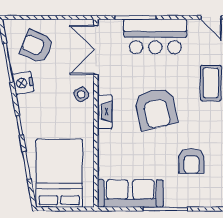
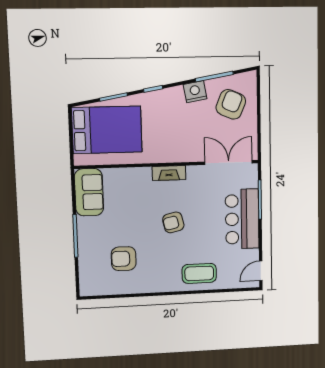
side table: (81, 94) -> (185, 150), removed
armchair: (156, 109) -> (173, 222), width x0.53, depth x0.53
sofa: (130, 193) -> (89, 192), width x0.73

